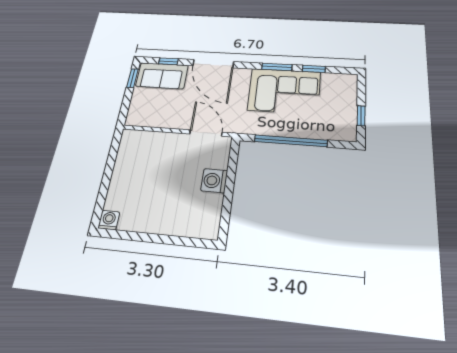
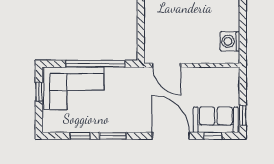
corner sofa: (284, 91) -> (74, 88), moved, turned 180
washing machine: (214, 181) -> (230, 41), moved, turned 180

